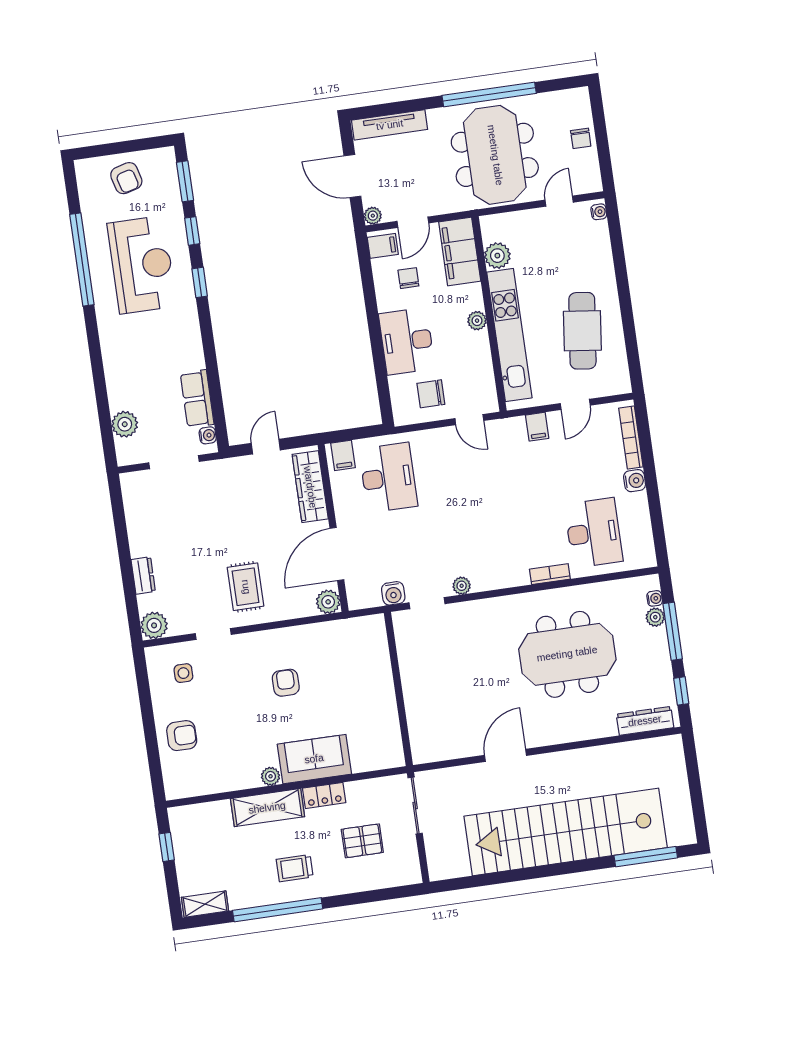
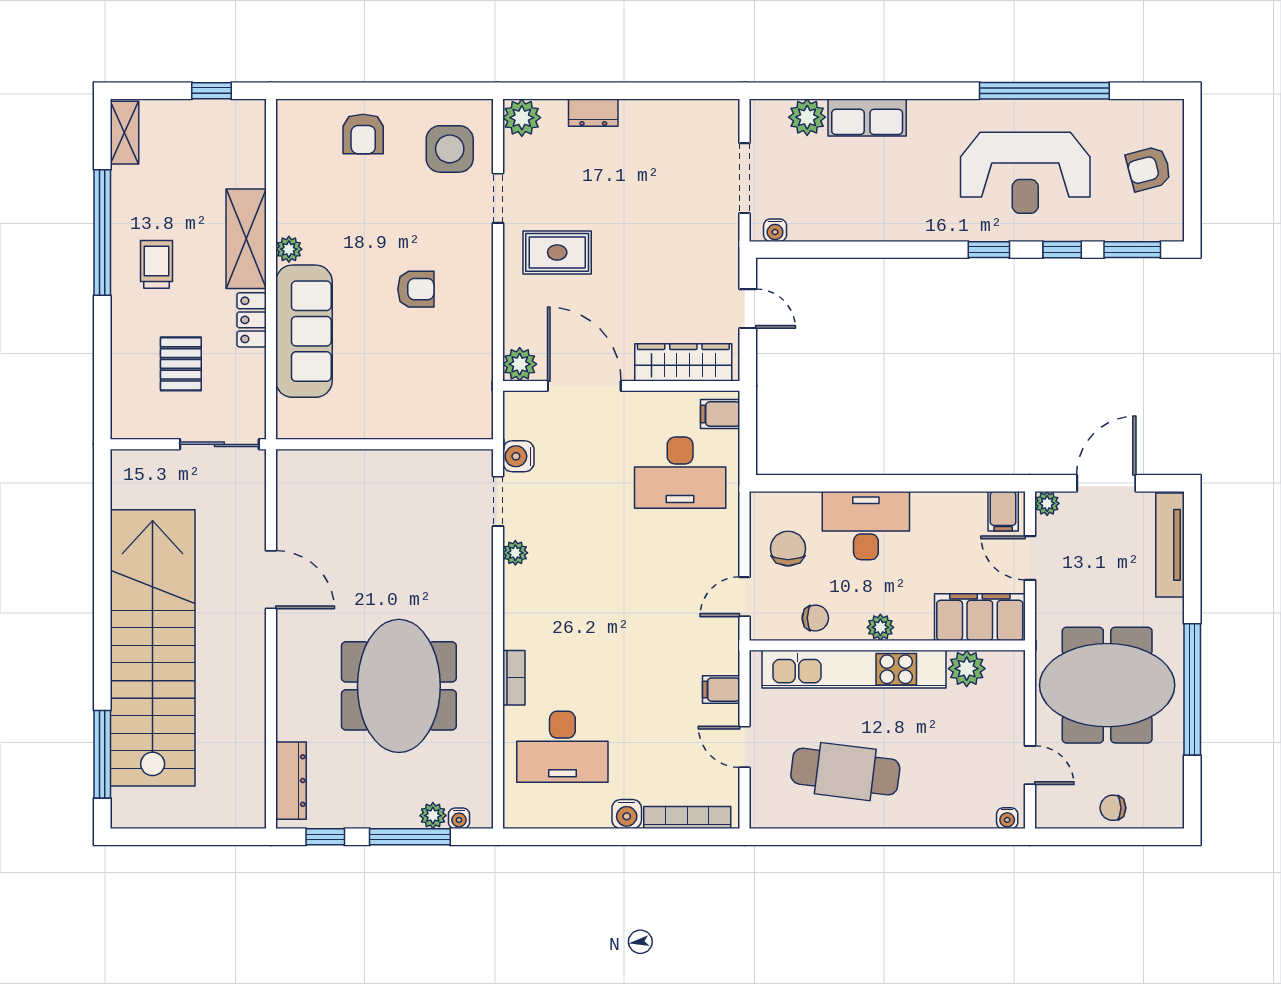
chair: (408, 278) -> (815, 618), moved
row of seats: (197, 399) -> (867, 117), moved, turned 180
side table: (183, 673) -> (450, 149), width x1.87, depth x1.87
sofa: (314, 759) -> (304, 331), width x1.36

